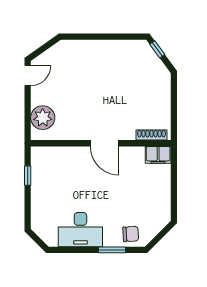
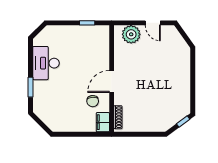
door: (28, 76) -> (153, 23), moved
chair: (131, 234) -> (93, 101), moved

